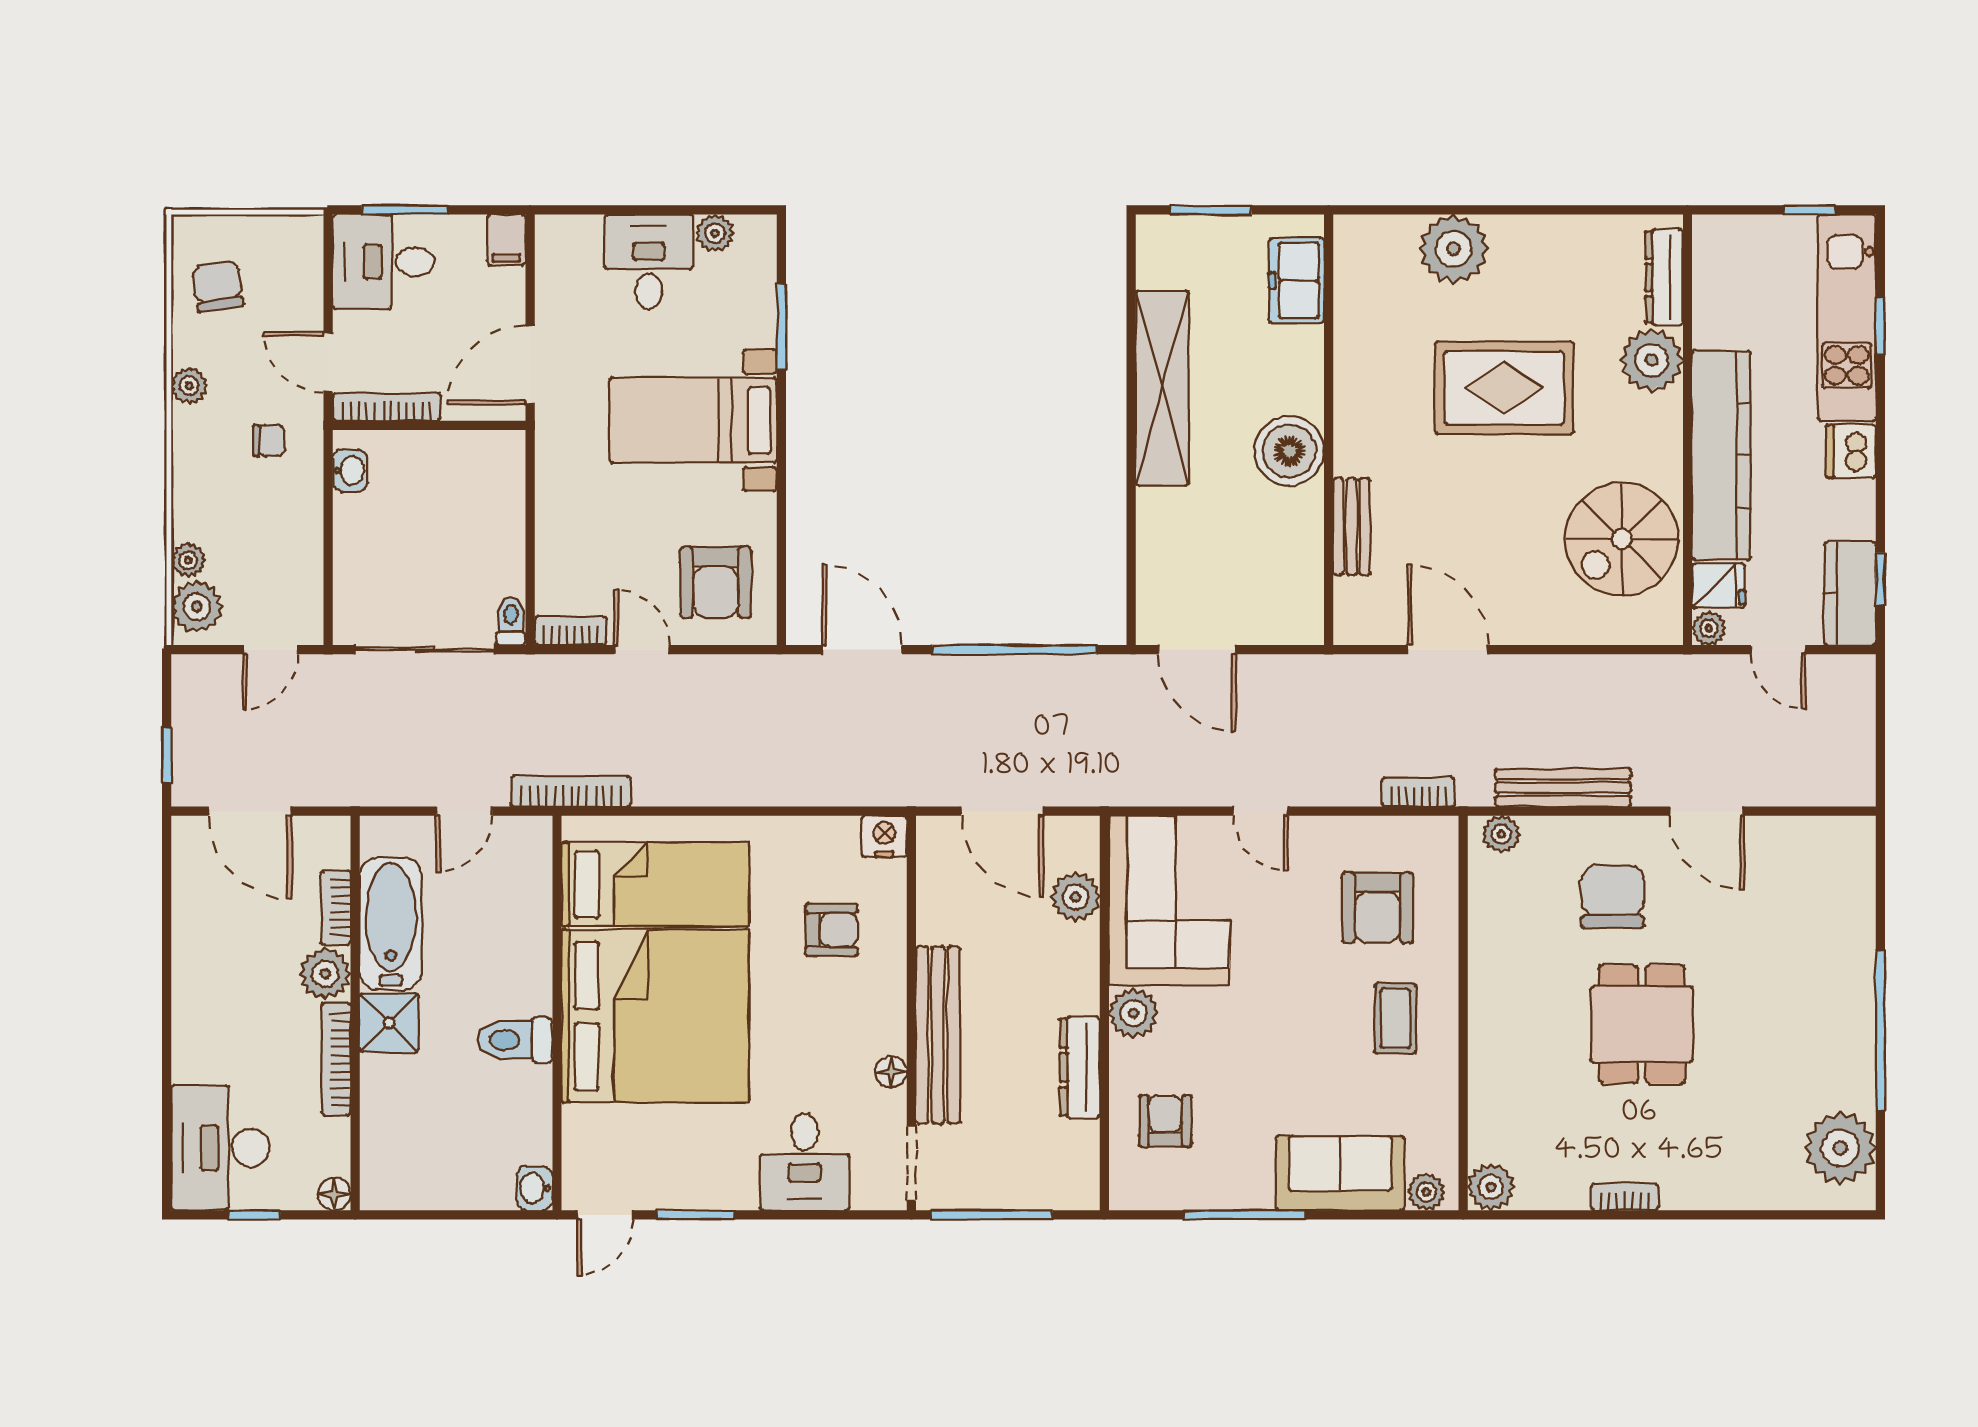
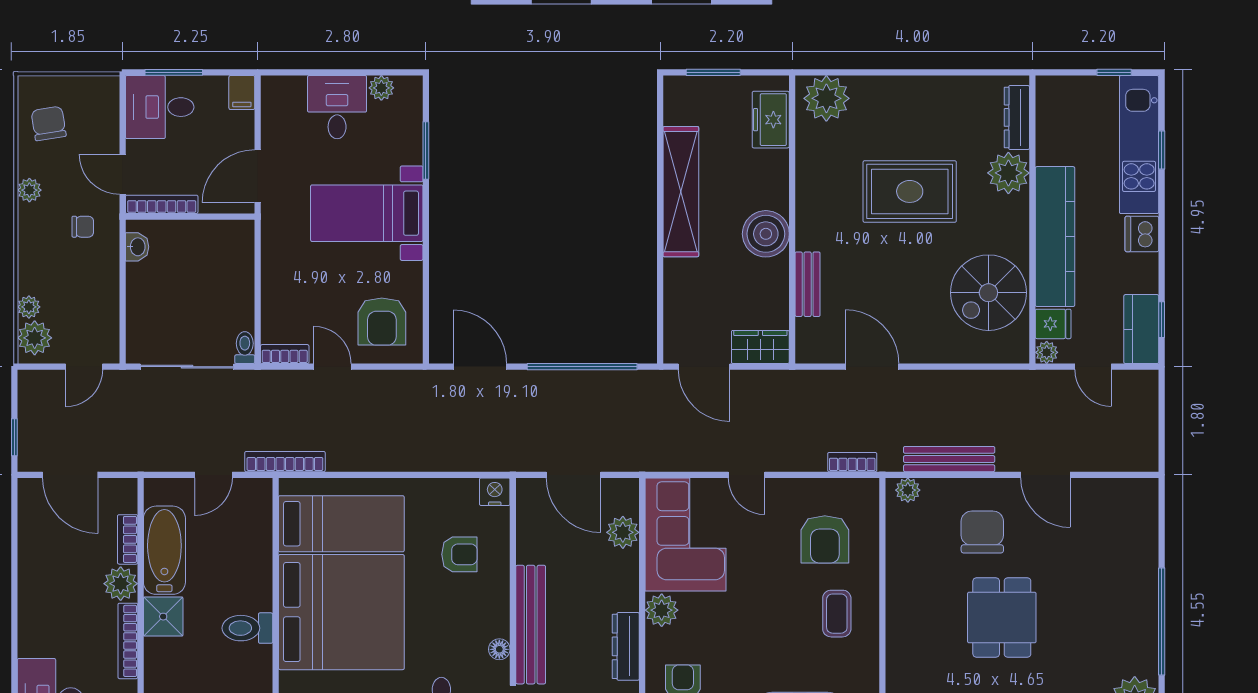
plant: (1454, 249) -> (826, 98), moved
wardrobe: (1281, 620) -> (760, 347), added

